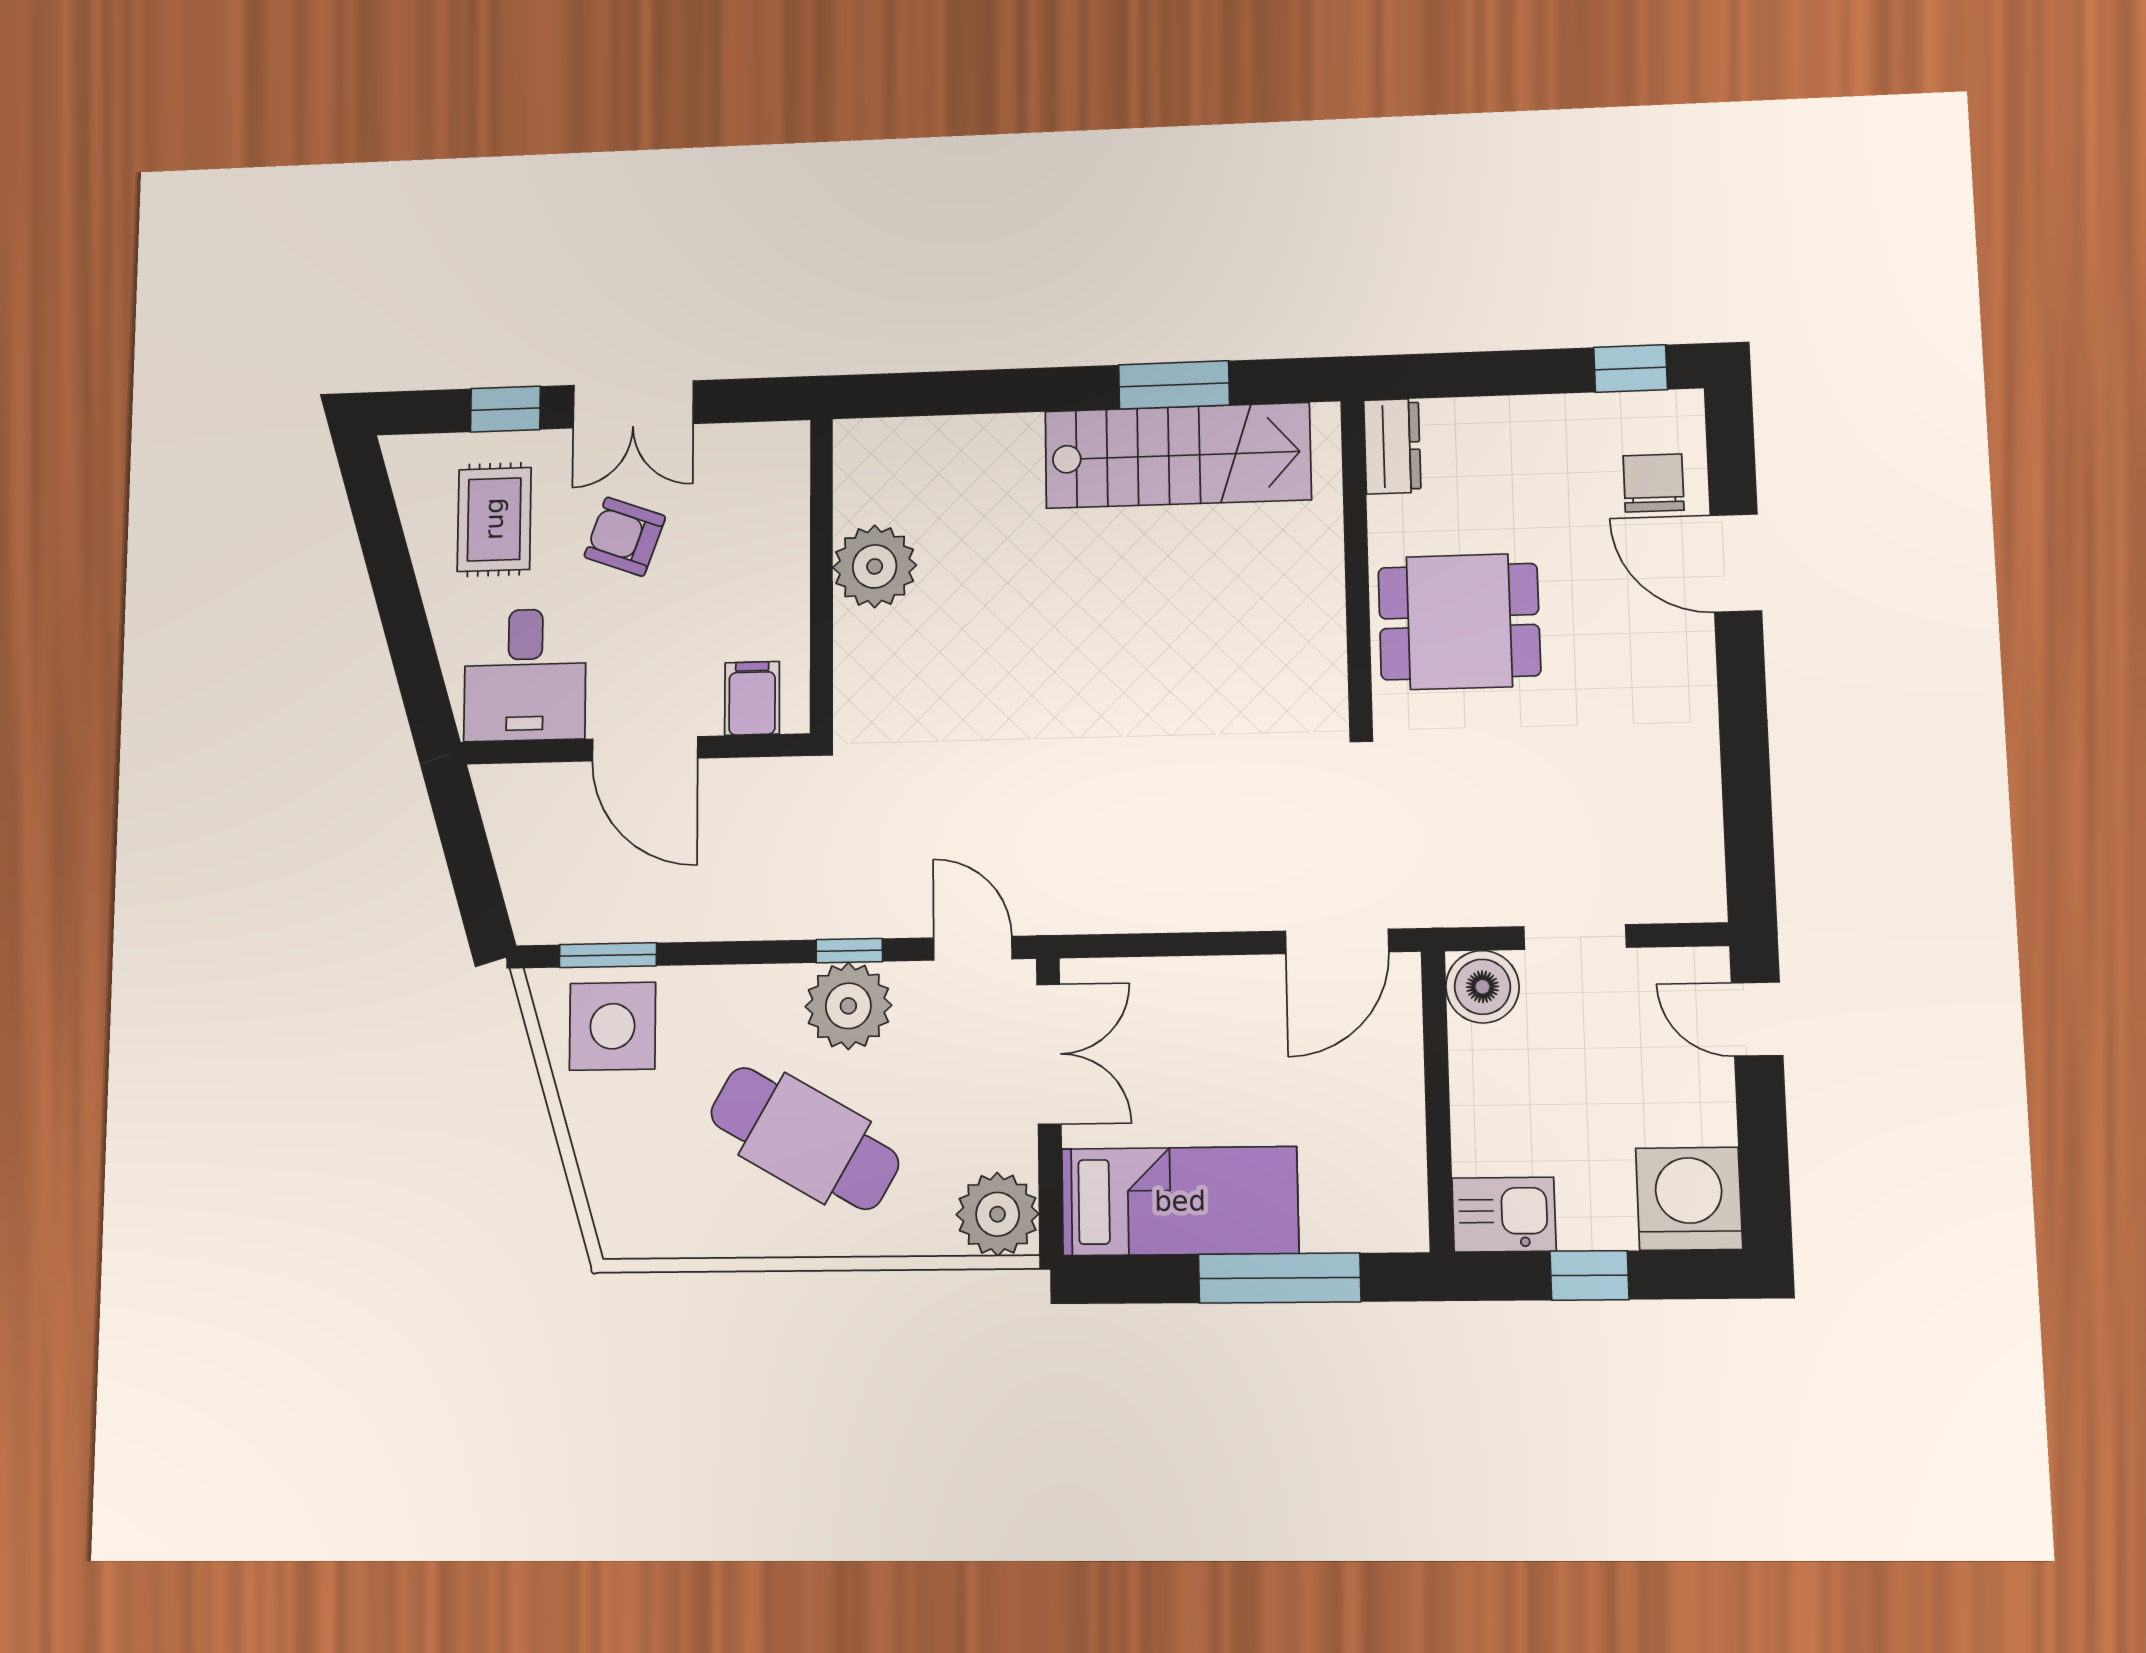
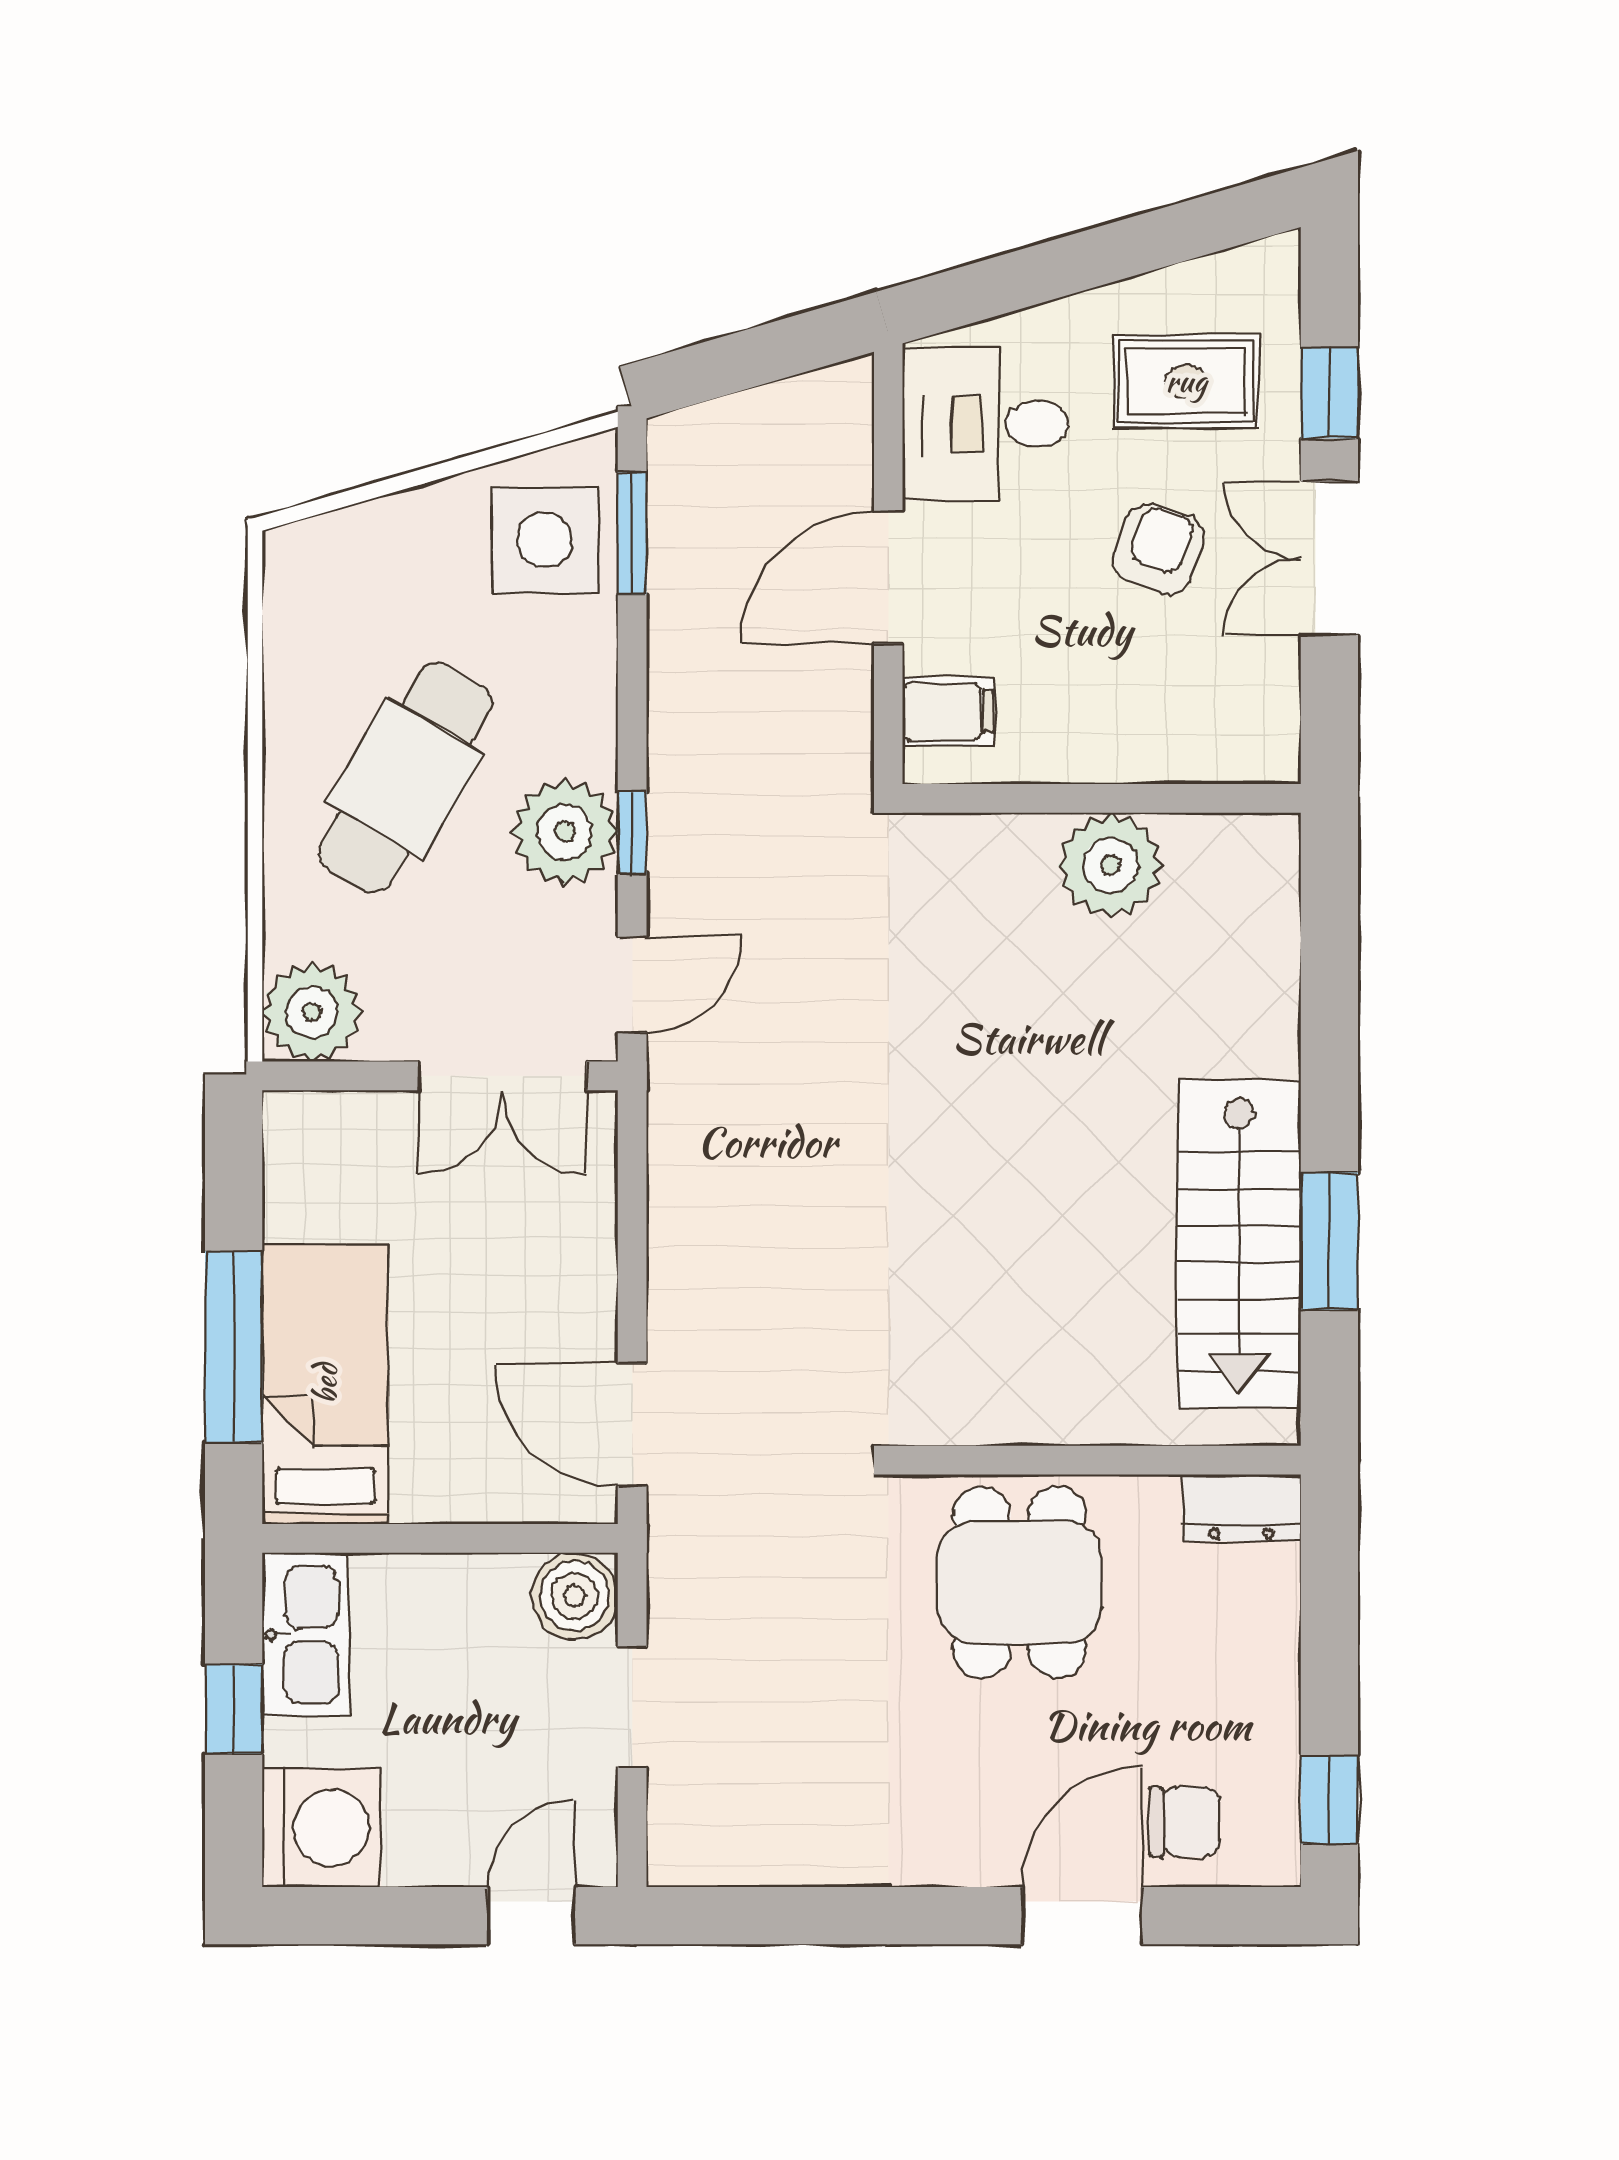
bed: (1180, 1201) -> (325, 1384), moved, turned 180
kitchen sink: (1504, 1215) -> (305, 1635), width x1.38

